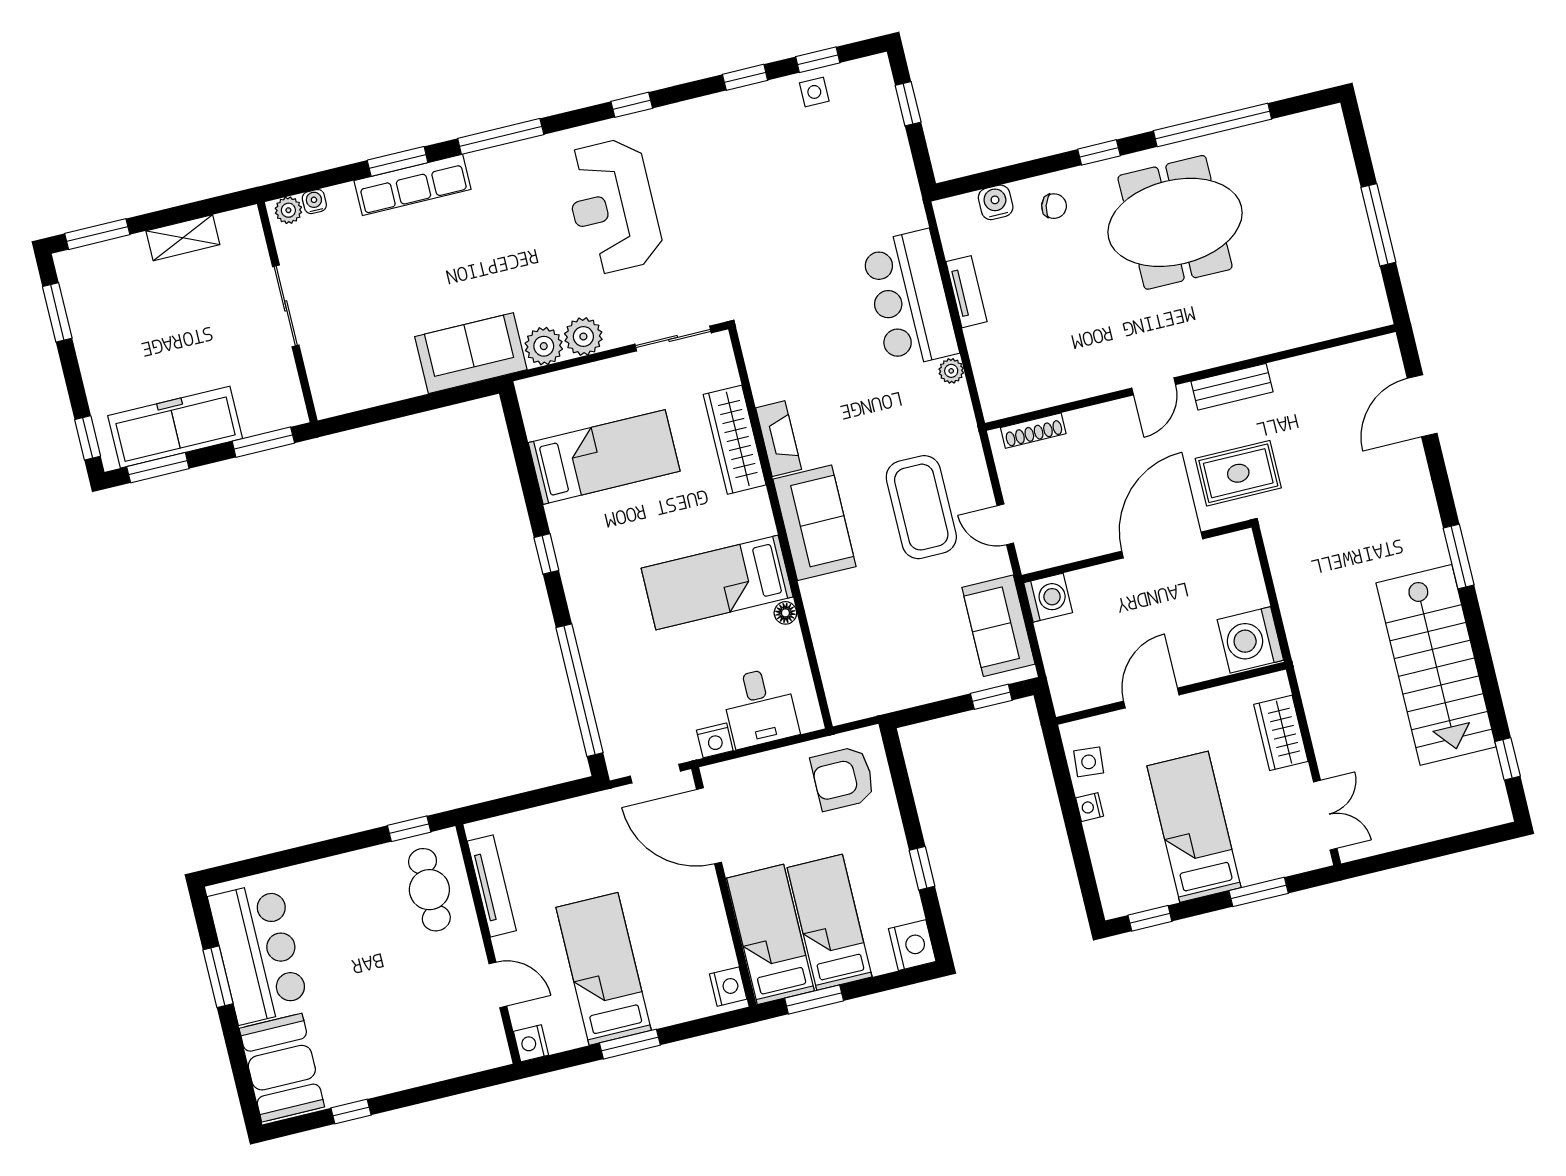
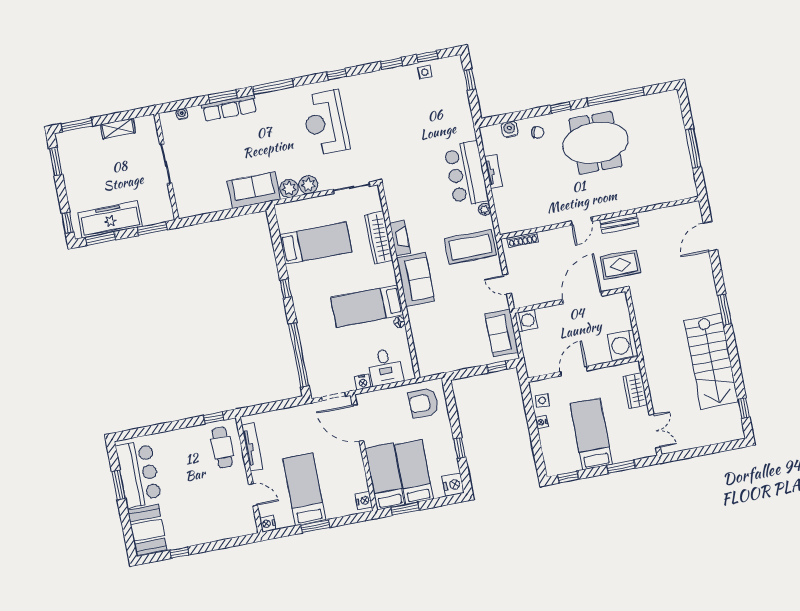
plant: (288, 210) -> (169, 118), removed
coffee table: (921, 507) -> (470, 247), moved, turned 90

